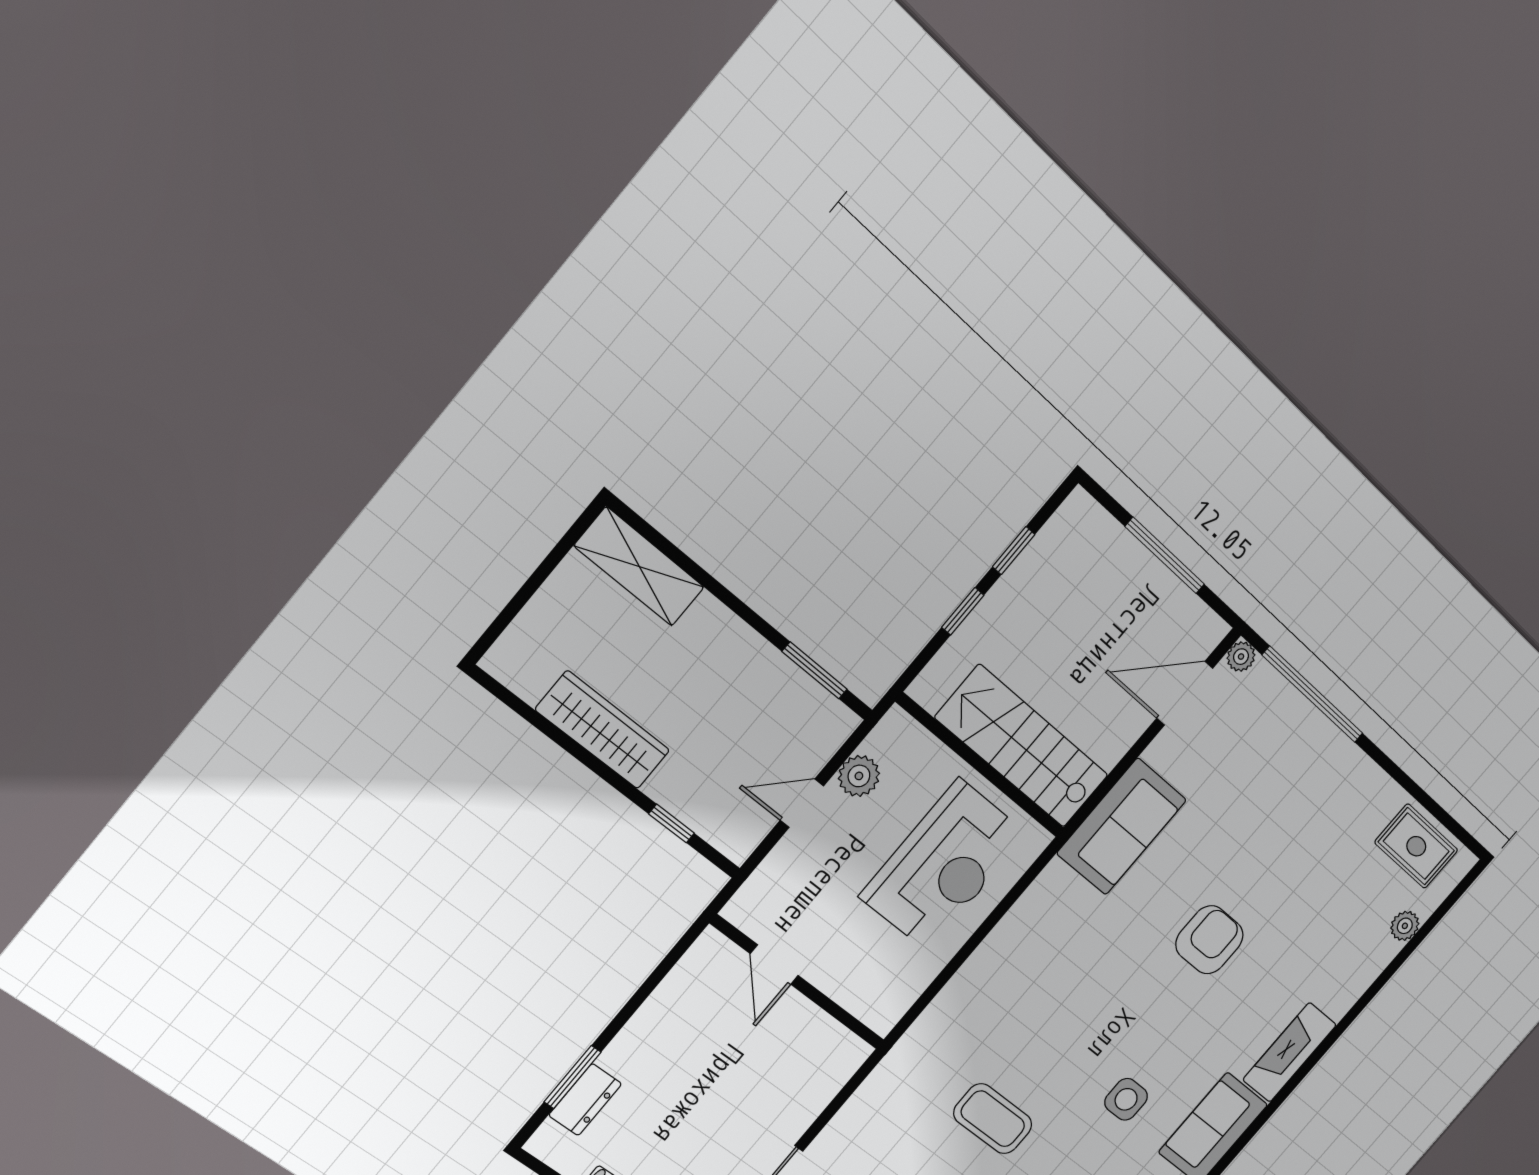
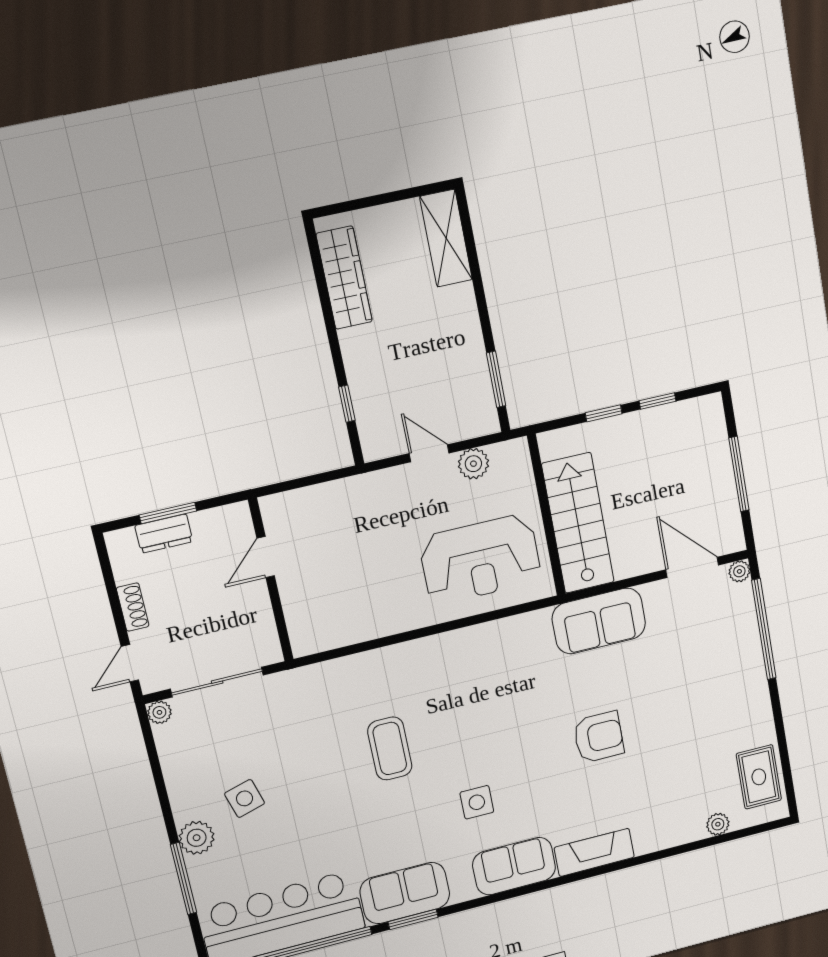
wardrobe: (603, 730) -> (344, 278), moved
door: (774, 965) -> (266, 557), moved
wall: (798, 983) -> (271, 580), moved

